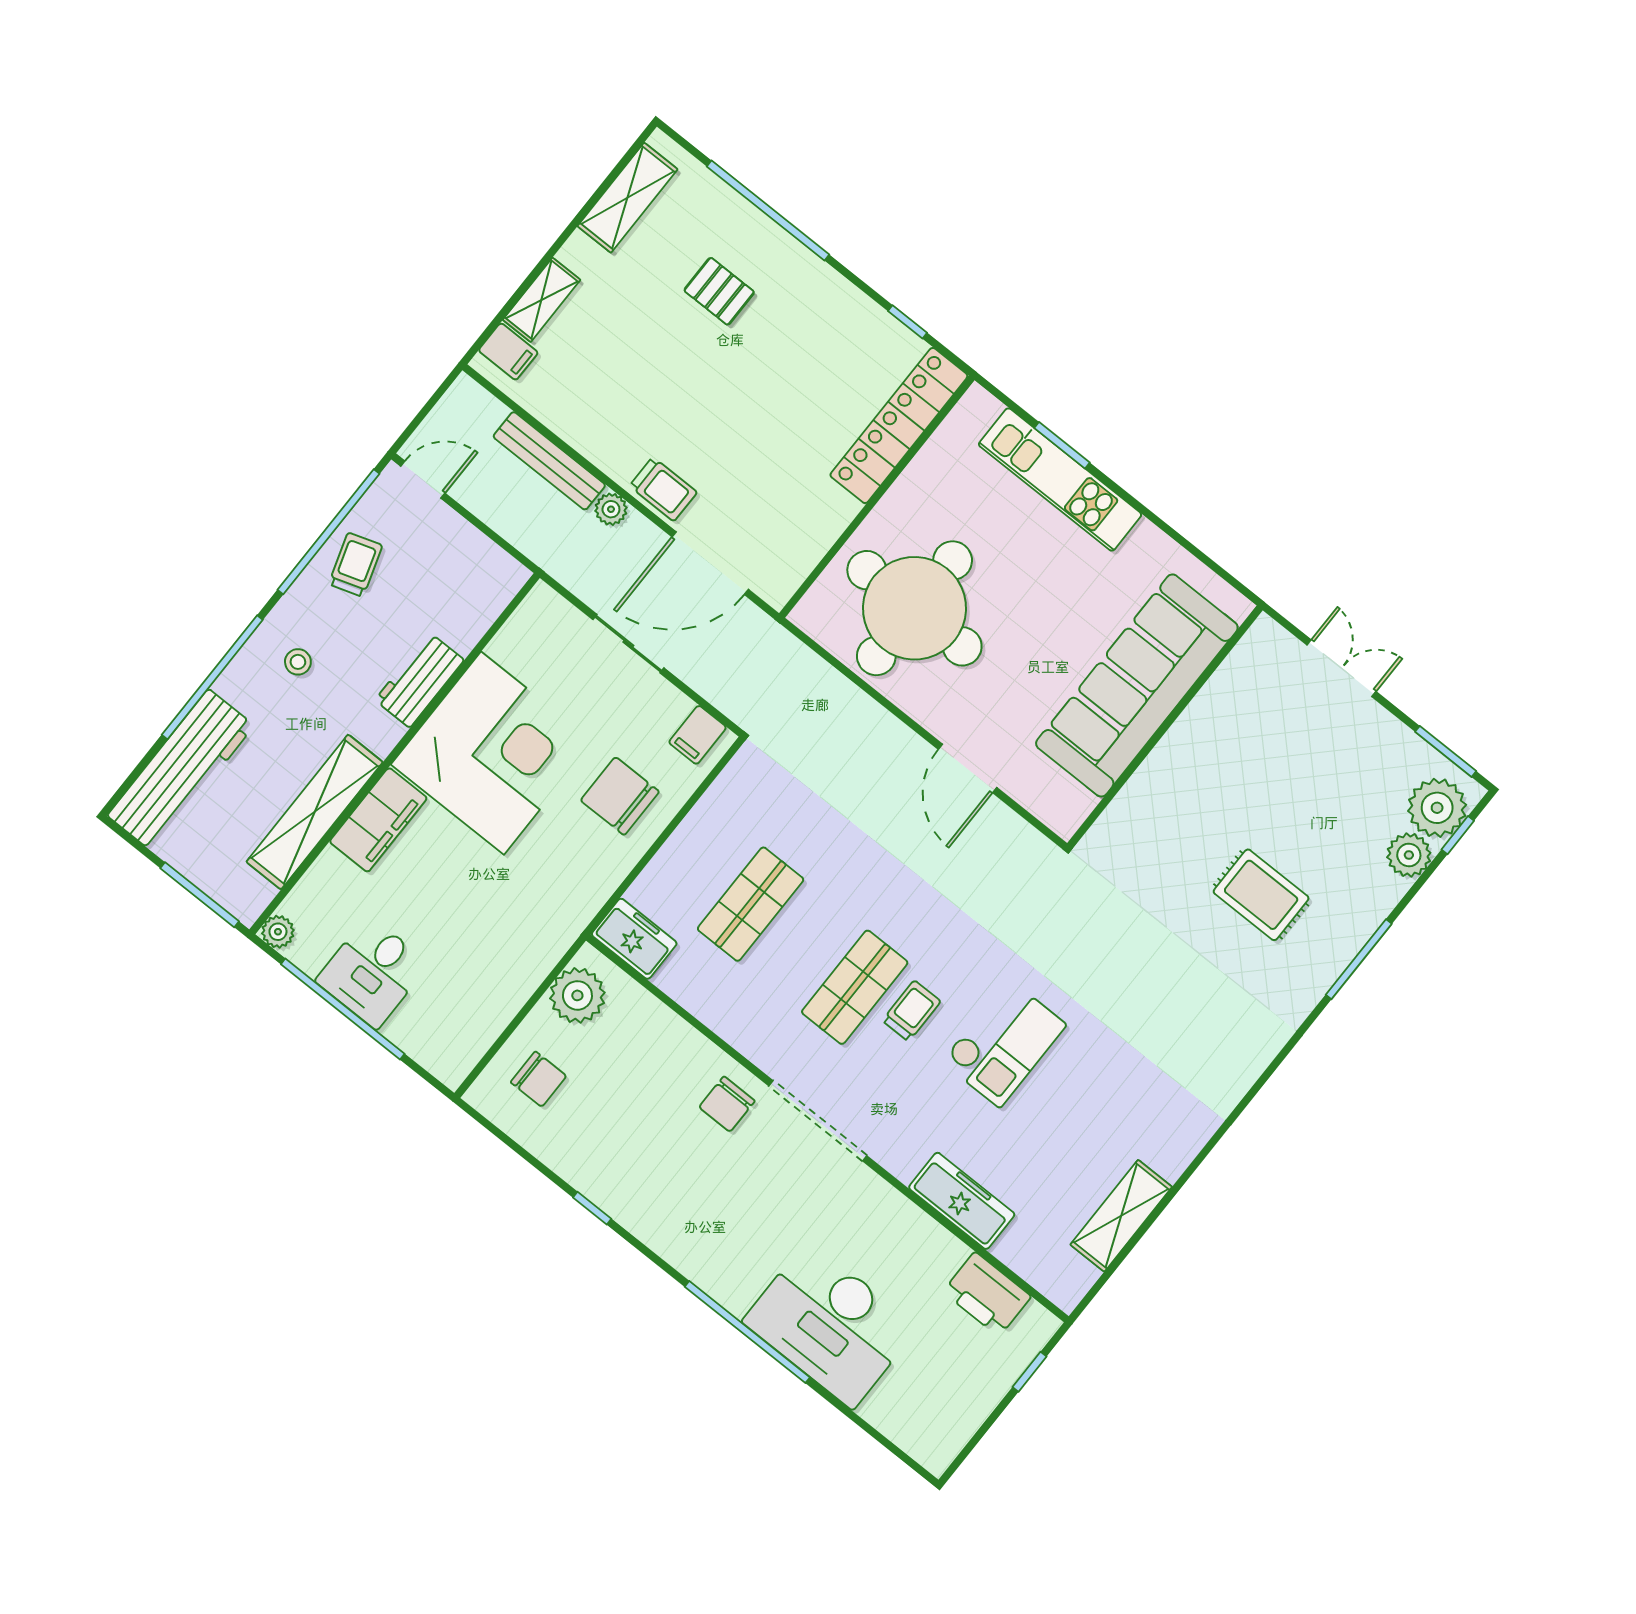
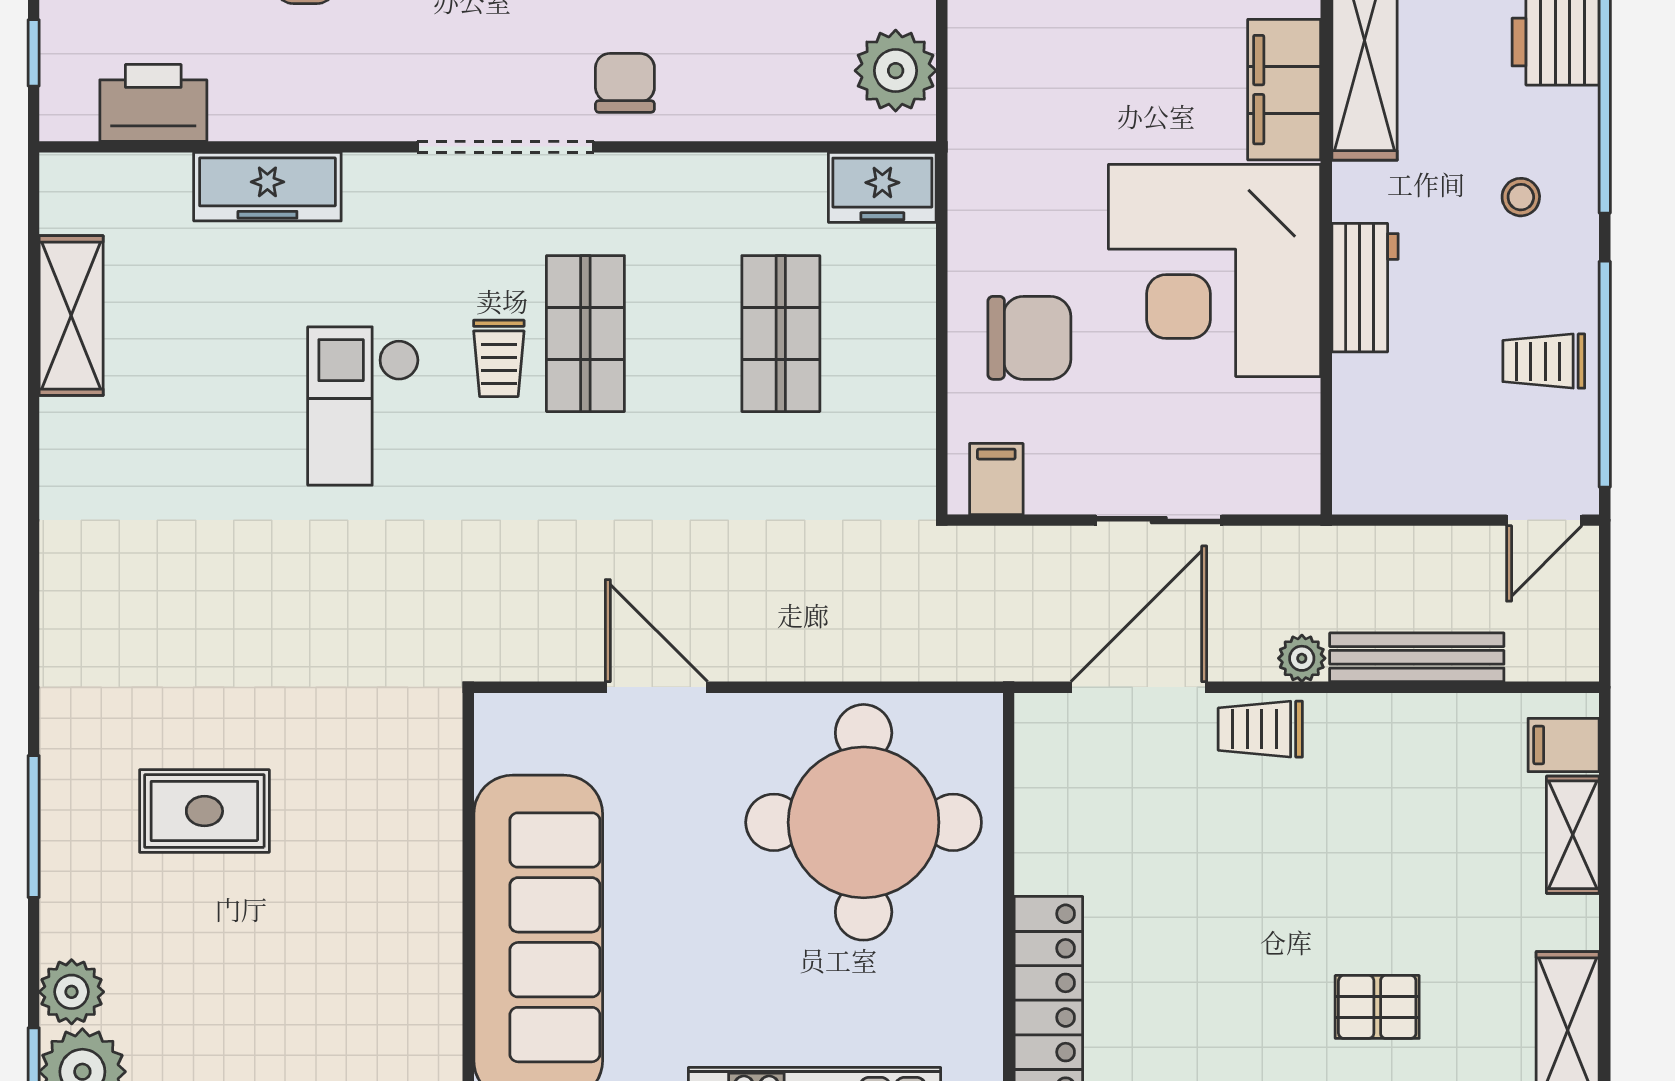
trolley: (355, 565) -> (1544, 361), turned 108

